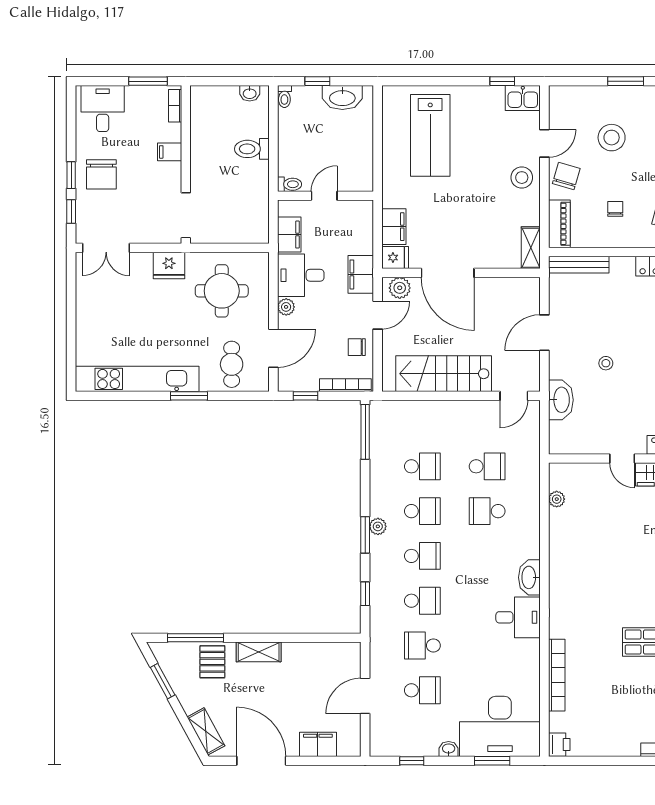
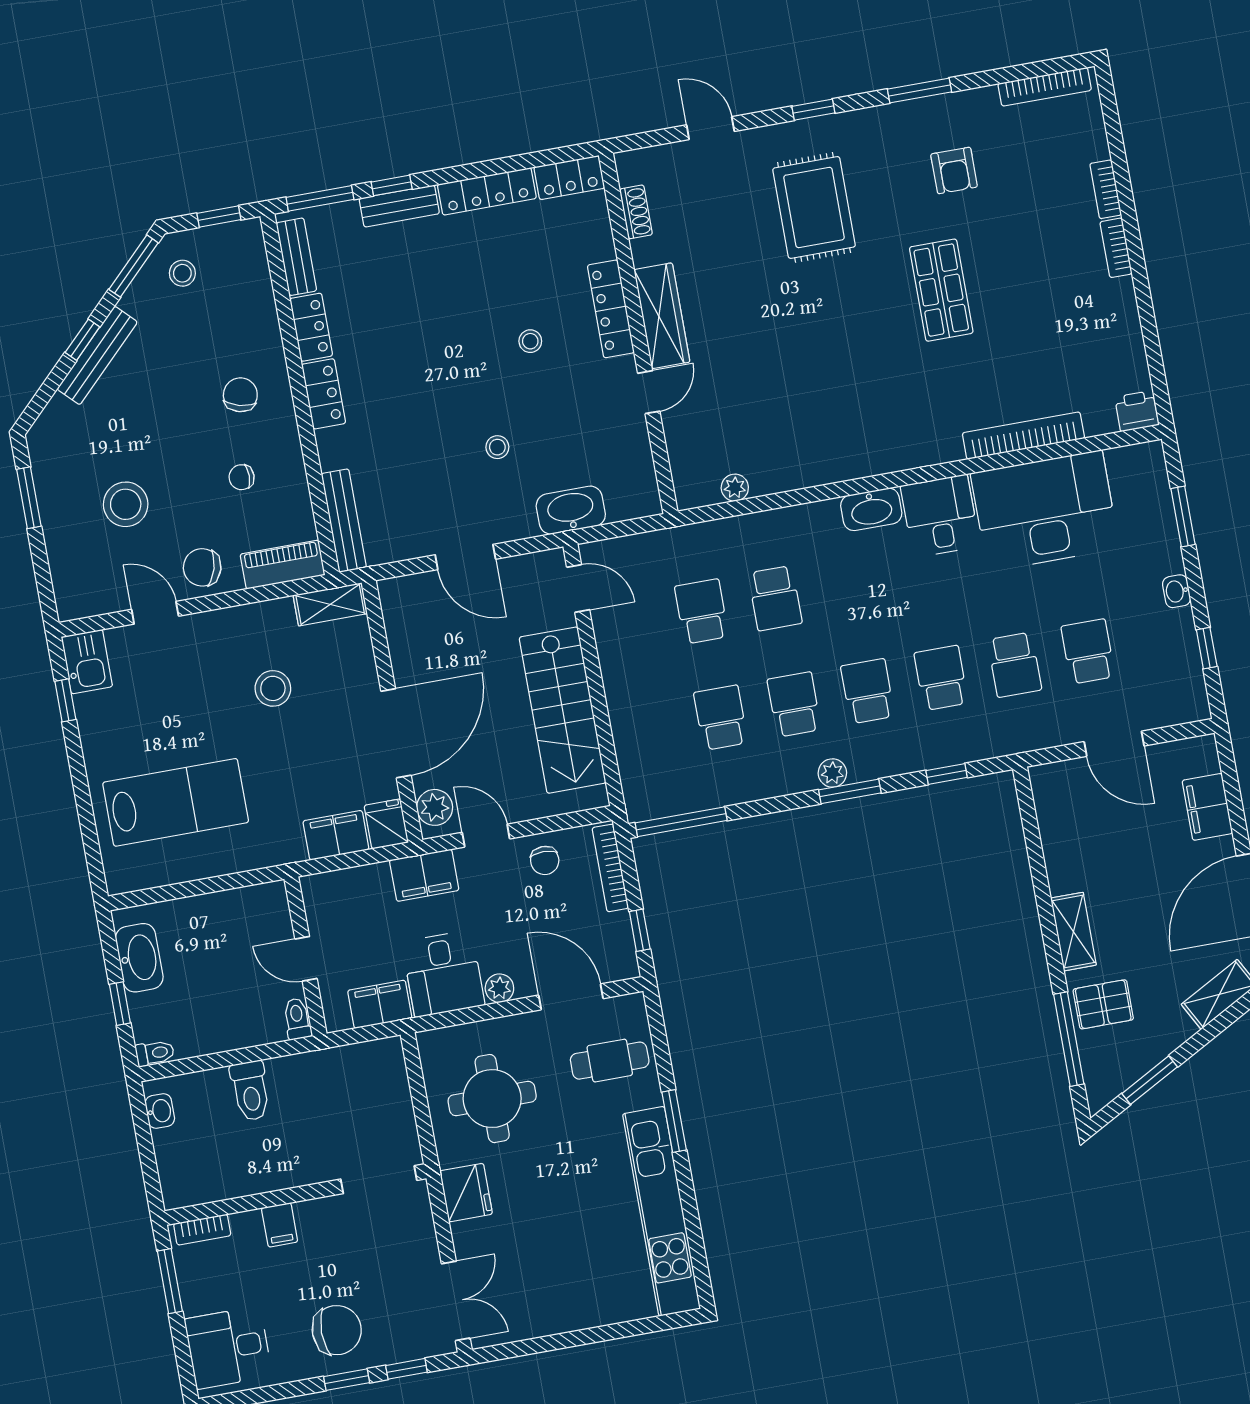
stool: (522, 178) -> (273, 688), moved
desk: (500, 726) -> (1045, 511), moved, turned -90

